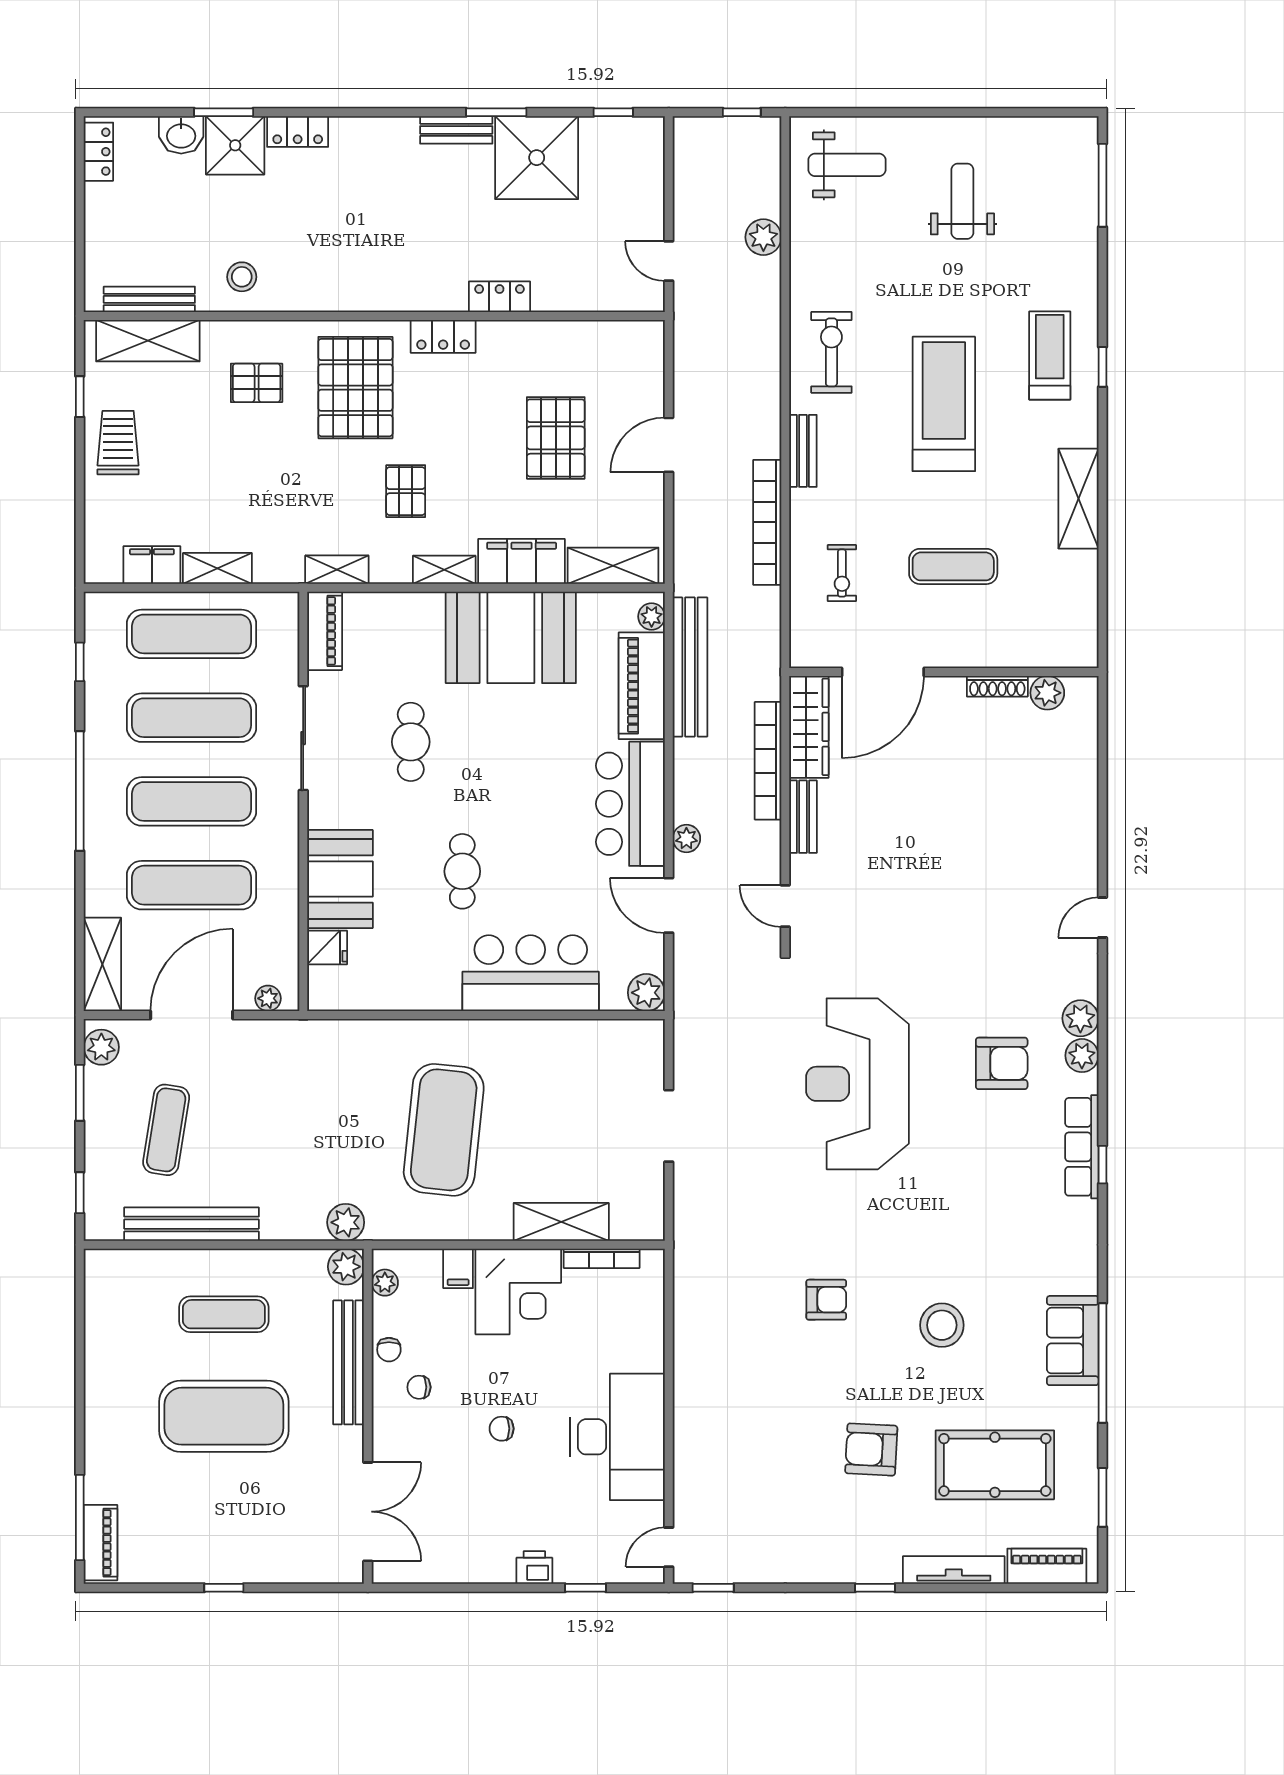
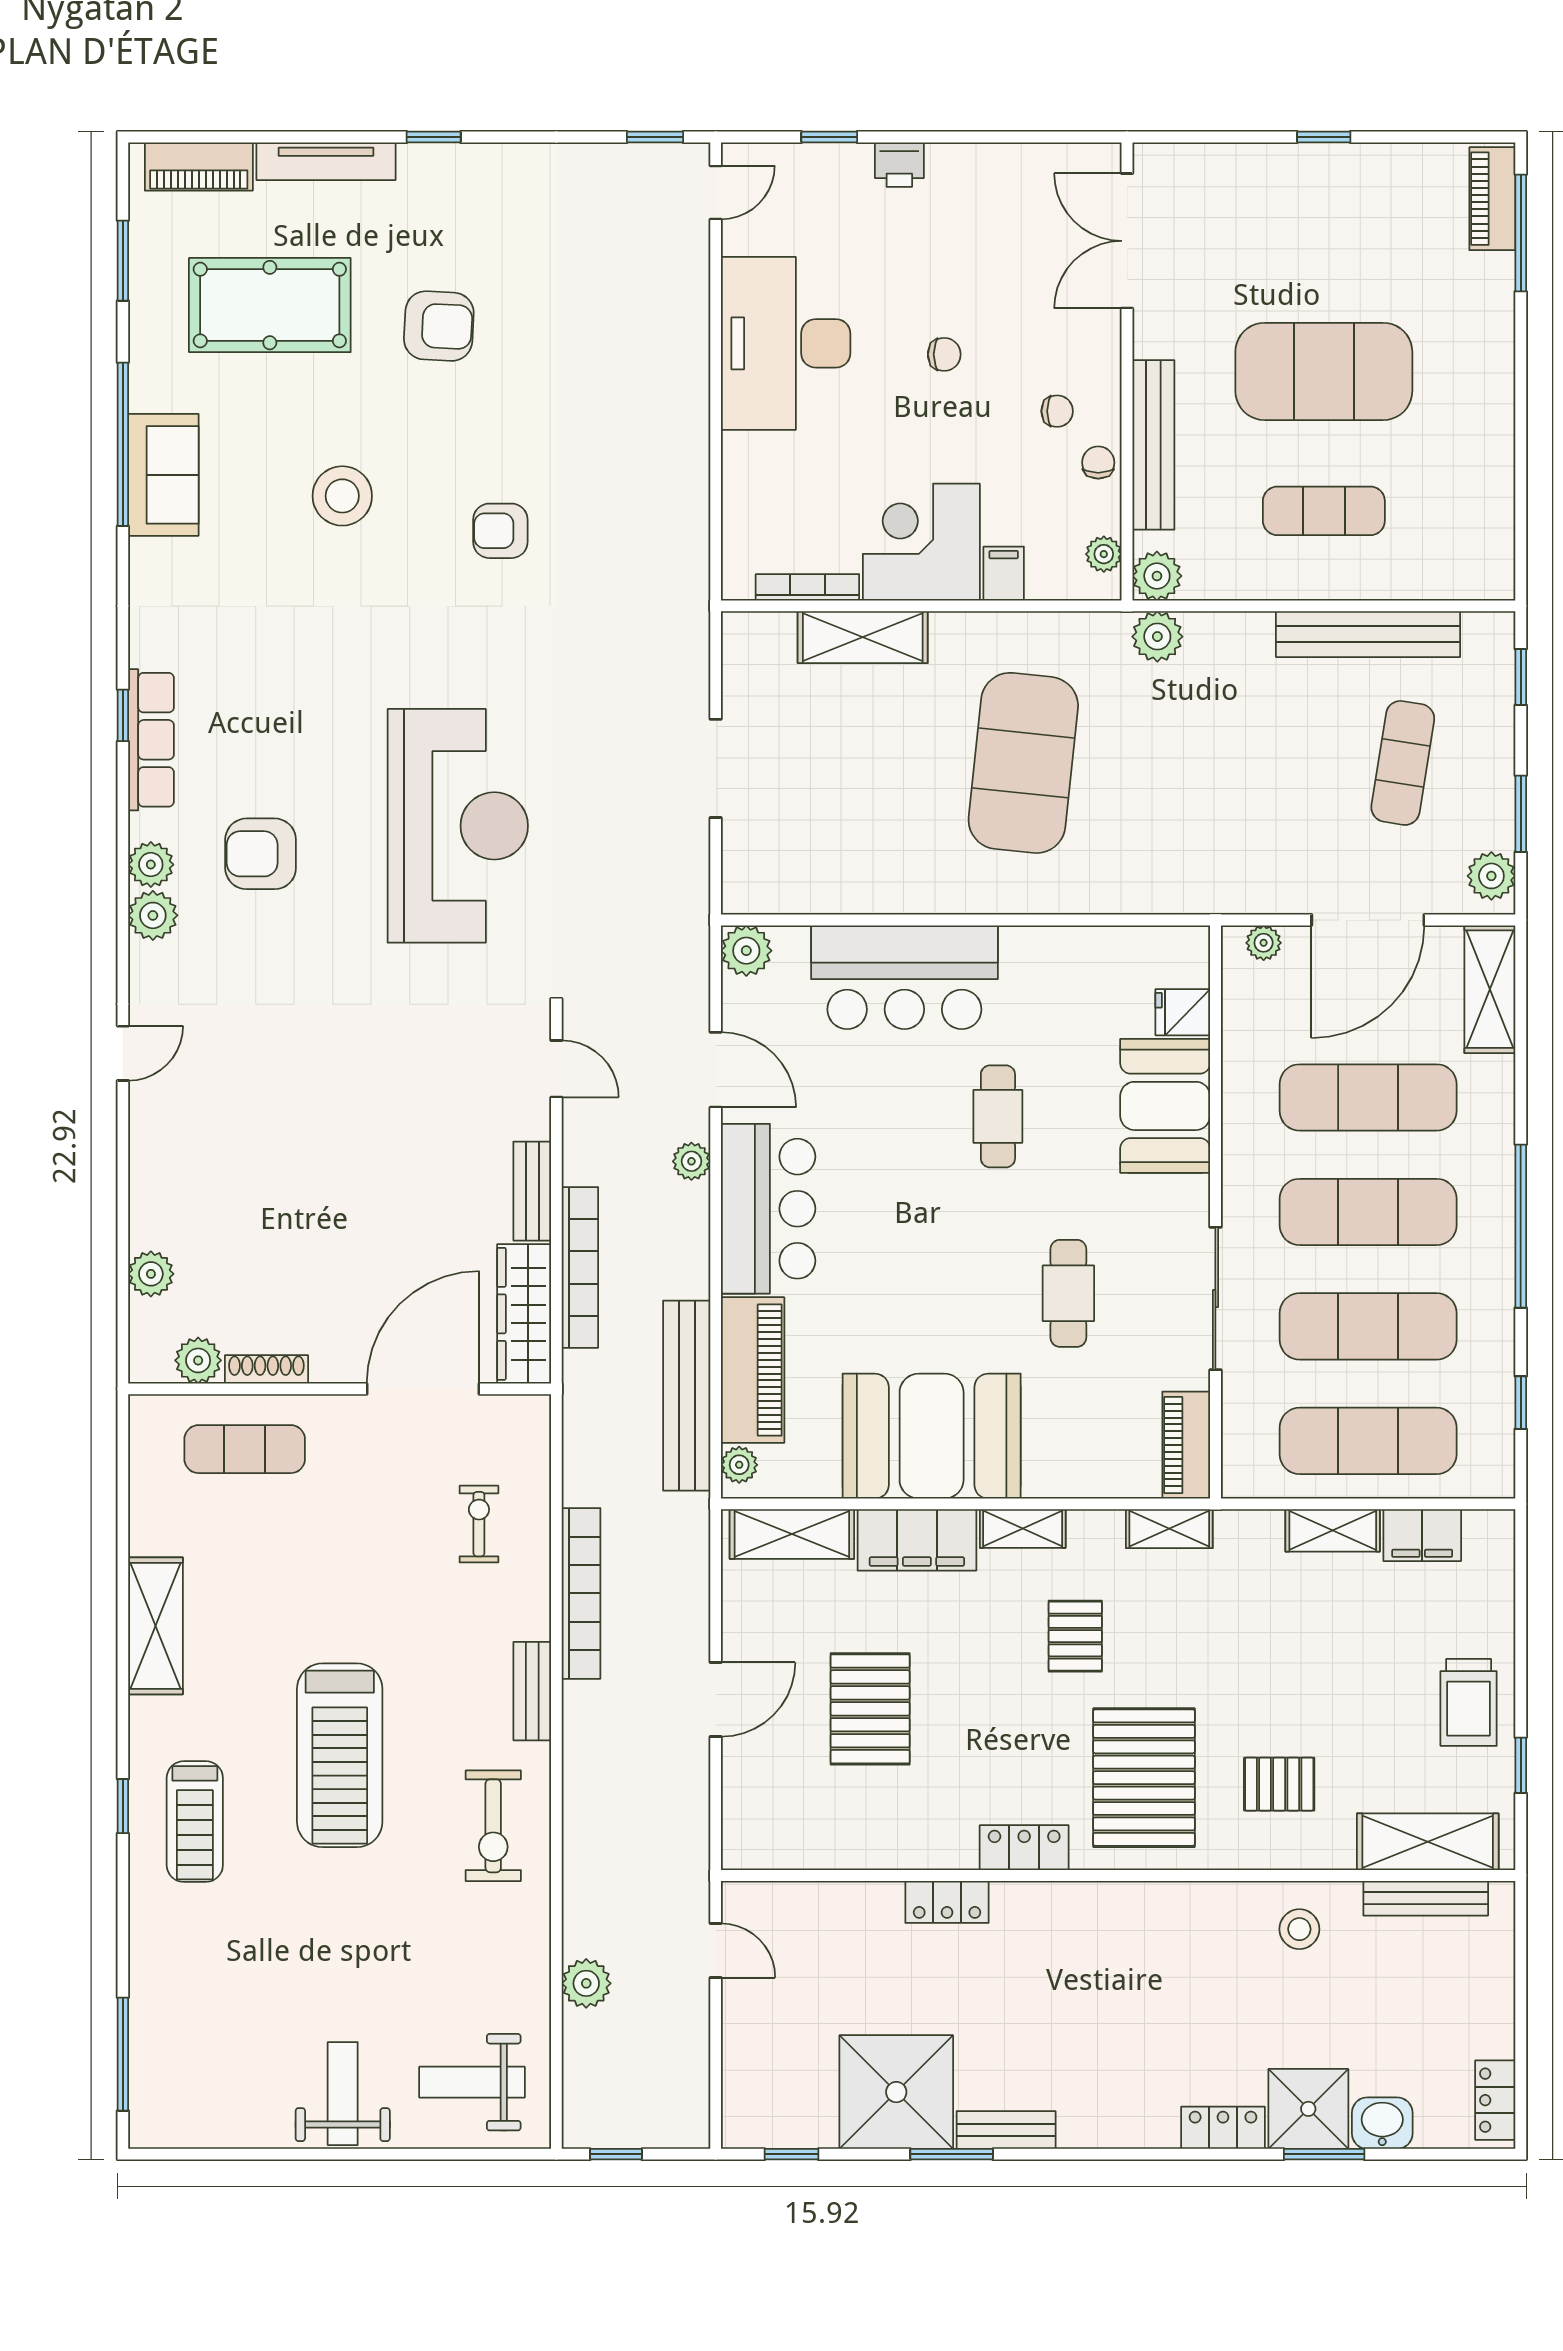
weight bench: (962, 201) -> (343, 2094), moved, turned 180
exercise mat: (953, 566) -> (245, 1449), moved
plant: (1082, 756) -> (151, 1274), added

